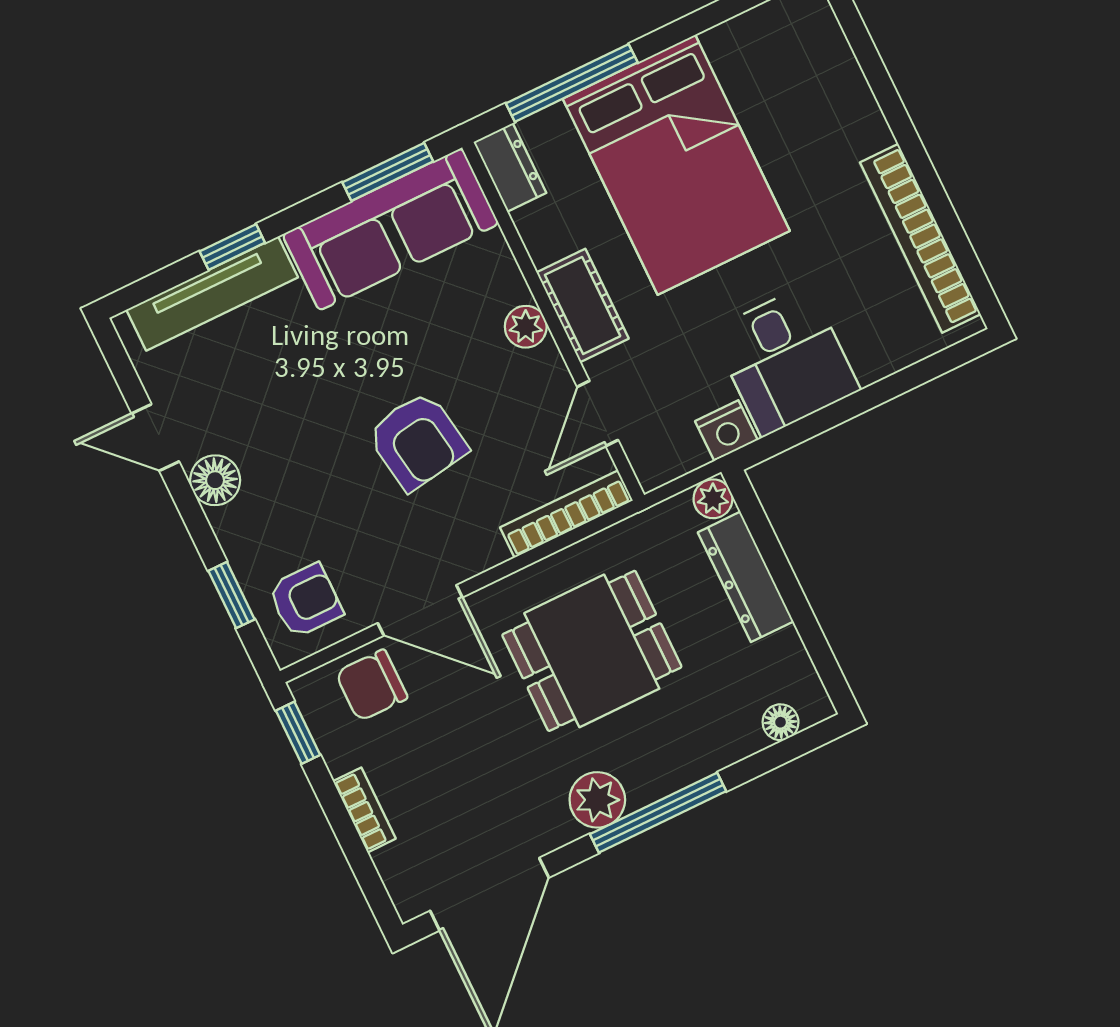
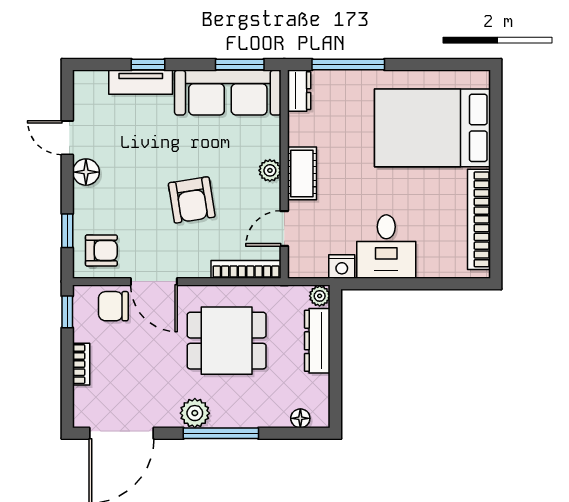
bed: (676, 165) -> (433, 128), moved, turned 90
tv unit: (212, 294) -> (141, 82), width x0.71

